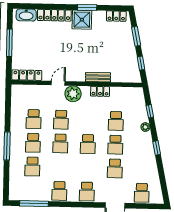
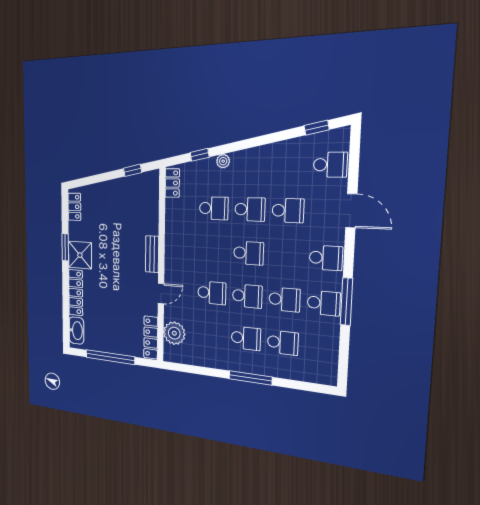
window: (136, 36) -> (98, 178), removed
window: (9, 43) -> (110, 357), width x1.46
bench: (98, 77) -> (152, 254), moved
door: (58, 83) -> (161, 294), swing flipped
locker: (100, 91) -> (172, 183), moved
plant: (73, 94) -> (174, 333), moved
school desk: (34, 119) -> (284, 299), moved
window: (157, 148) -> (317, 128), moved
window: (34, 204) -> (346, 302), moved

